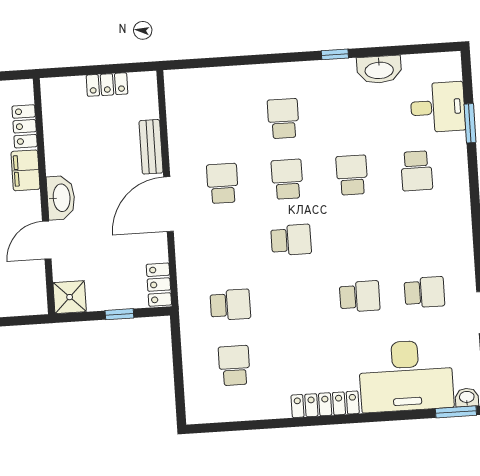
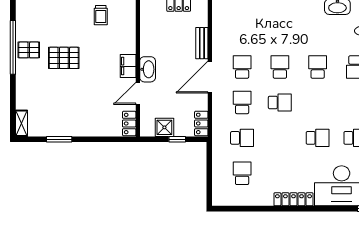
school desk: (283, 119) -> (242, 102), moved
locker: (25, 126) -> (129, 123), moved
filing cabinet: (26, 170) -> (128, 66), moved
shower: (70, 297) -> (164, 127), moved

